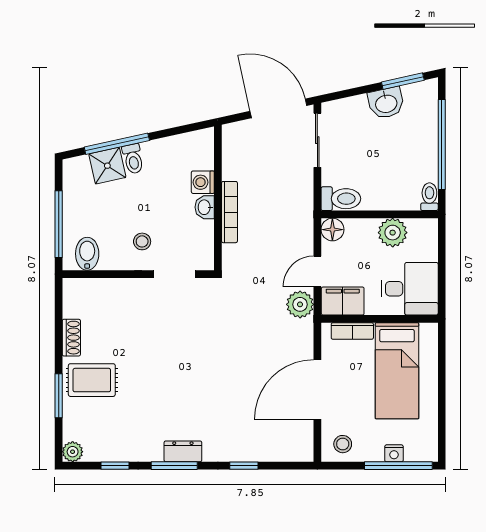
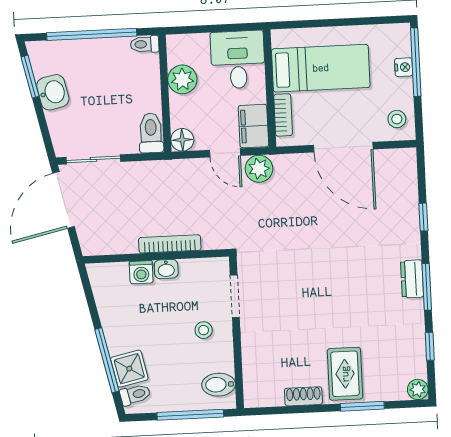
toilet: (133, 159) -> (135, 395), moved

